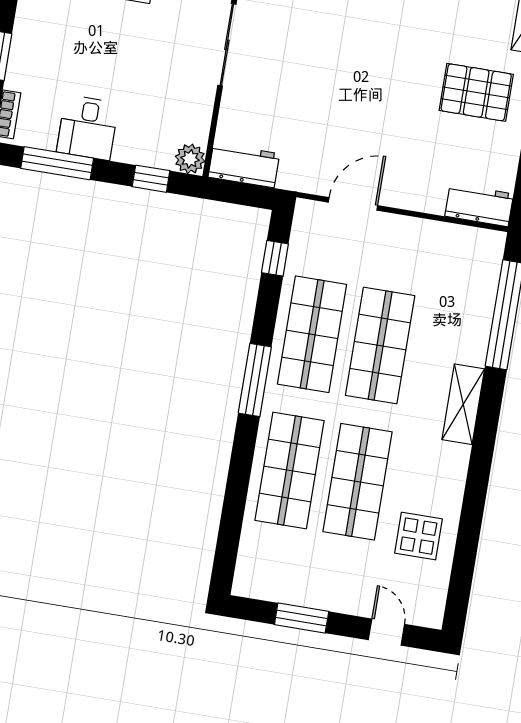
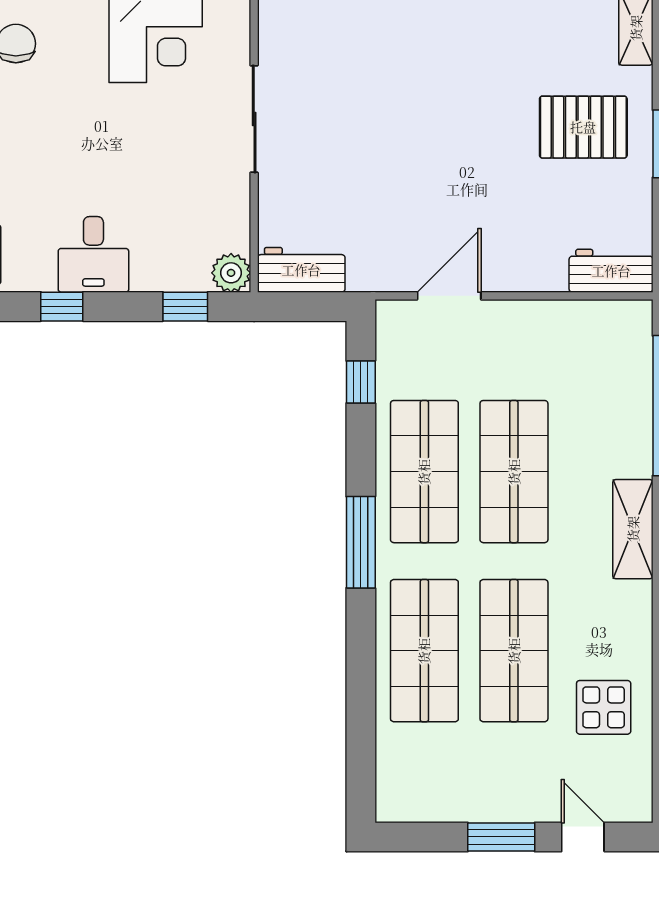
window: (57, 163) -> (62, 307), width x0.46
window: (302, 618) -> (501, 837), moved

